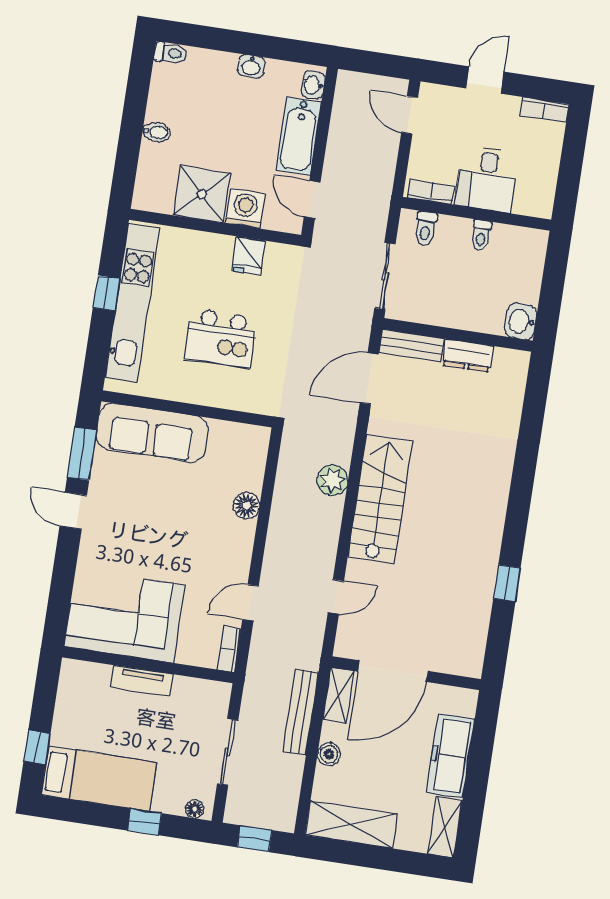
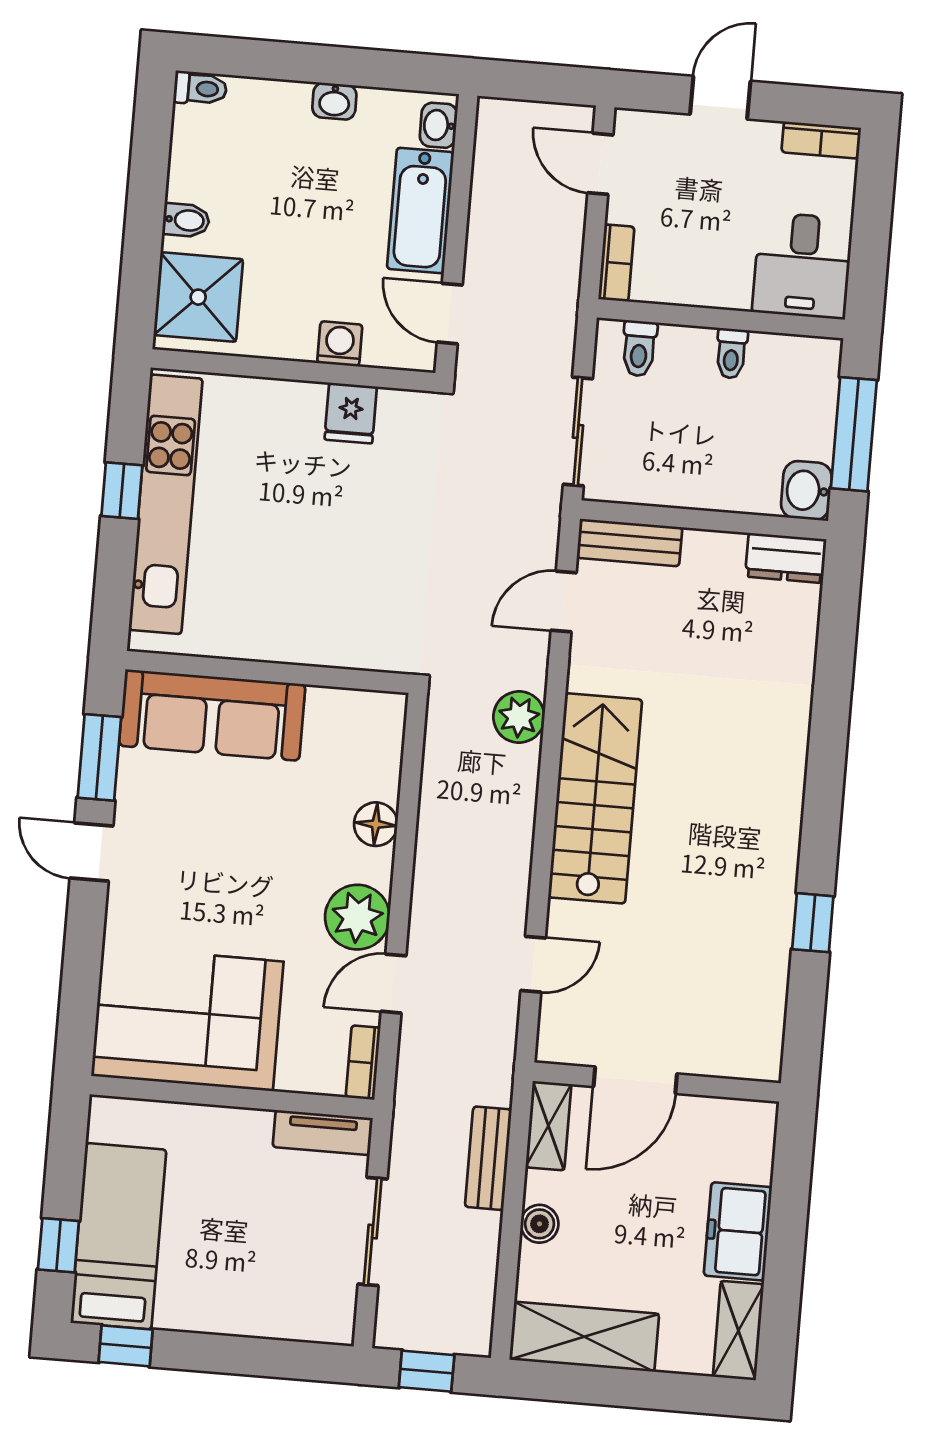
desk: (487, 179) -> (803, 266), moved
bookcase: (431, 192) -> (616, 263), moved, turned 90
shower: (202, 194) -> (198, 297), moved
washing machine: (245, 209) -> (340, 344), width x0.73, depth x0.73
window: (552, 289) -> (854, 434), added
kitchen island: (221, 338) -> (315, 552), removed
dresser: (468, 356) -> (786, 558), moved
door: (369, 379) -> (564, 602), width x0.73
plant: (332, 480) -> (519, 717), moved
plant: (231, 561) -> (357, 917), added
door: (393, 671) -> (635, 1080), width x0.73
tv unit: (142, 681) -> (323, 1133), moved
bench: (301, 712) -> (488, 1158), width x0.73
freezer: (451, 756) -> (738, 1231), width x0.71
bed: (99, 779) -> (118, 1236), moved, turned -90
floor lamp: (195, 809) -> (325, 1329), removed
window: (145, 822) -> (126, 1346), moved

